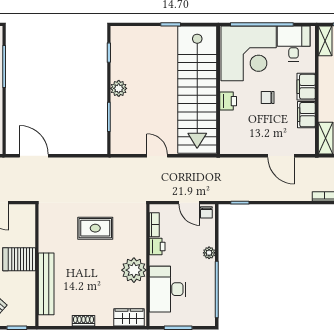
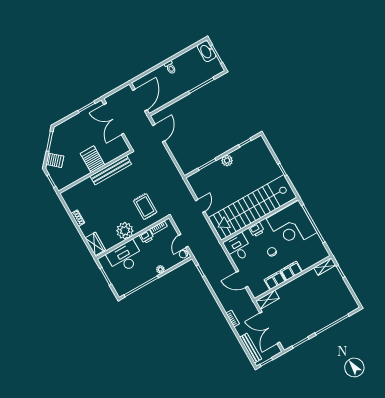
desk: (294, 43) -> (238, 247), moved, turned -90
door: (281, 156) -> (242, 279), hinge flipped
rug: (95, 228) -> (145, 207), moved
bench: (46, 284) -> (111, 170), moved

